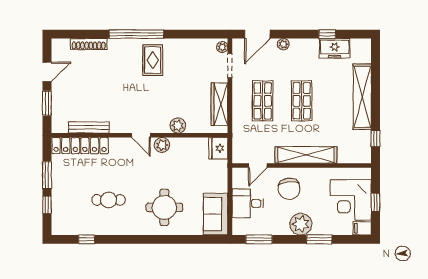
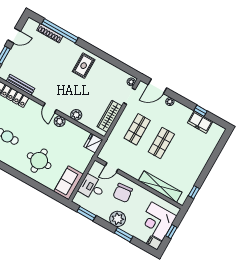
window: (136, 34) -> (60, 31), moved
shelving: (362, 97) -> (200, 162), removed
shelving: (306, 155) -> (160, 187), moved

